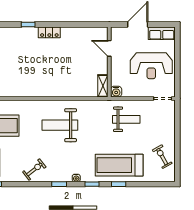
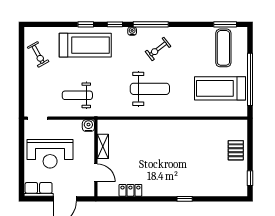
locker: (49, 32) -> (130, 190), moved
reception desk: (151, 66) -> (50, 154), turned 180
shelving: (103, 86) -> (103, 146), moved
exercise bike: (34, 169) -> (158, 49), moved
window: (59, 184) -> (151, 24), width x2.17

